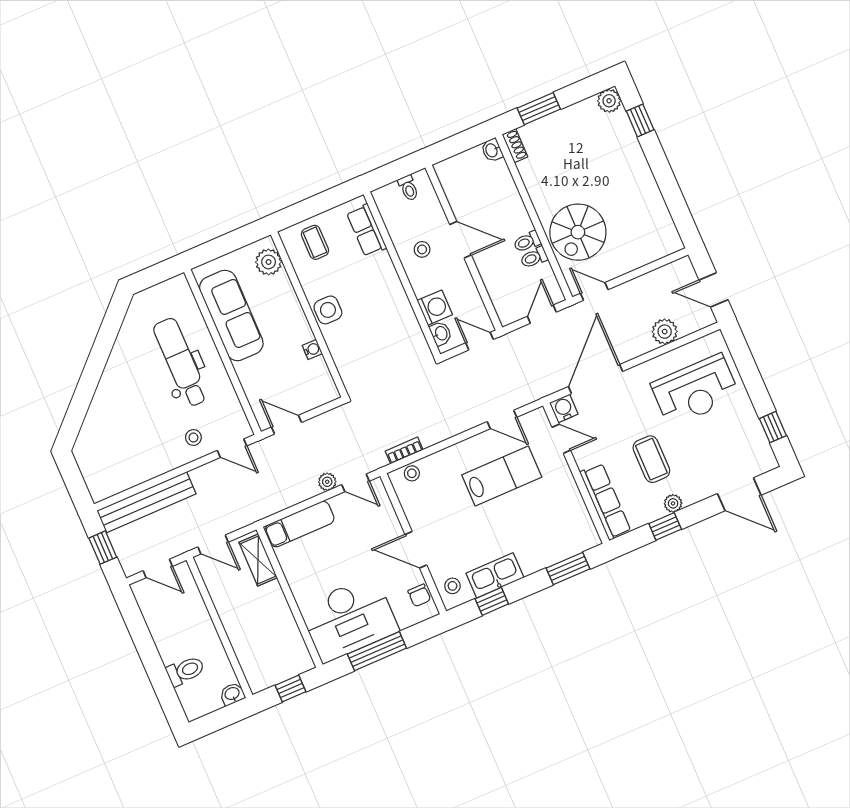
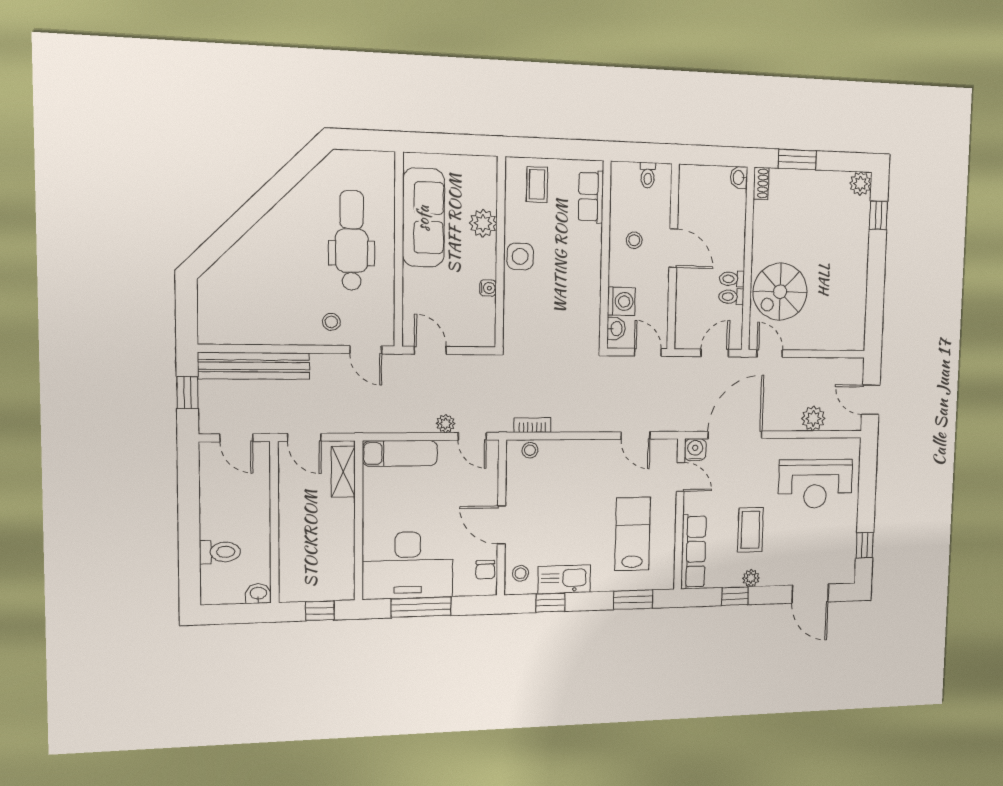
plant: (269, 262) -> (483, 223), moved
lab bench: (502, 476) -> (633, 534), moved, turned -90

